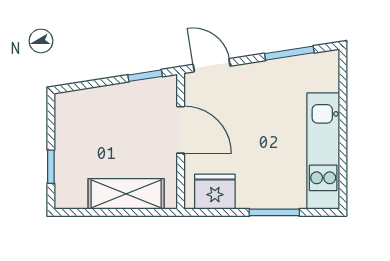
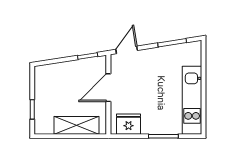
door: (212, 65) -> (127, 50), hinge flipped
door: (181, 130) -> (108, 88), swing flipped

